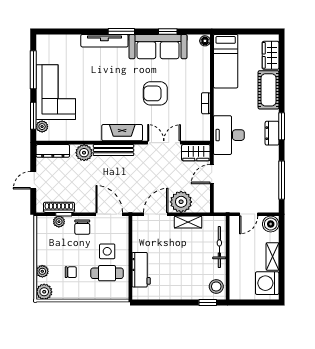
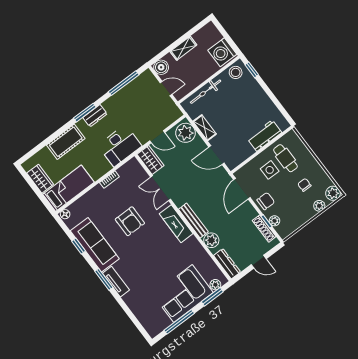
tv unit: (104, 41) -> (116, 282), width x0.71
wardrobe: (271, 55) -> (40, 179), moved, turned -90
plant: (181, 202) -> (186, 133), moved
washing machine: (267, 283) -> (222, 52), moved, turned 90

